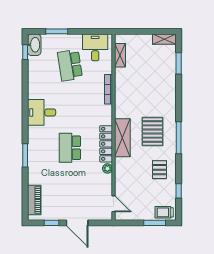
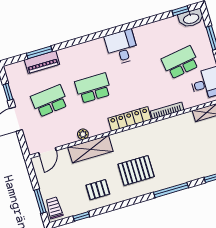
shelving: (122, 138) -> (90, 149), moved
window: (179, 138) -> (171, 190), moved
locker: (106, 144) -> (130, 119), moved
window: (25, 155) -> (39, 52), moved
school desk: (70, 189) -> (49, 101), added
piano: (34, 200) -> (42, 62), moved

